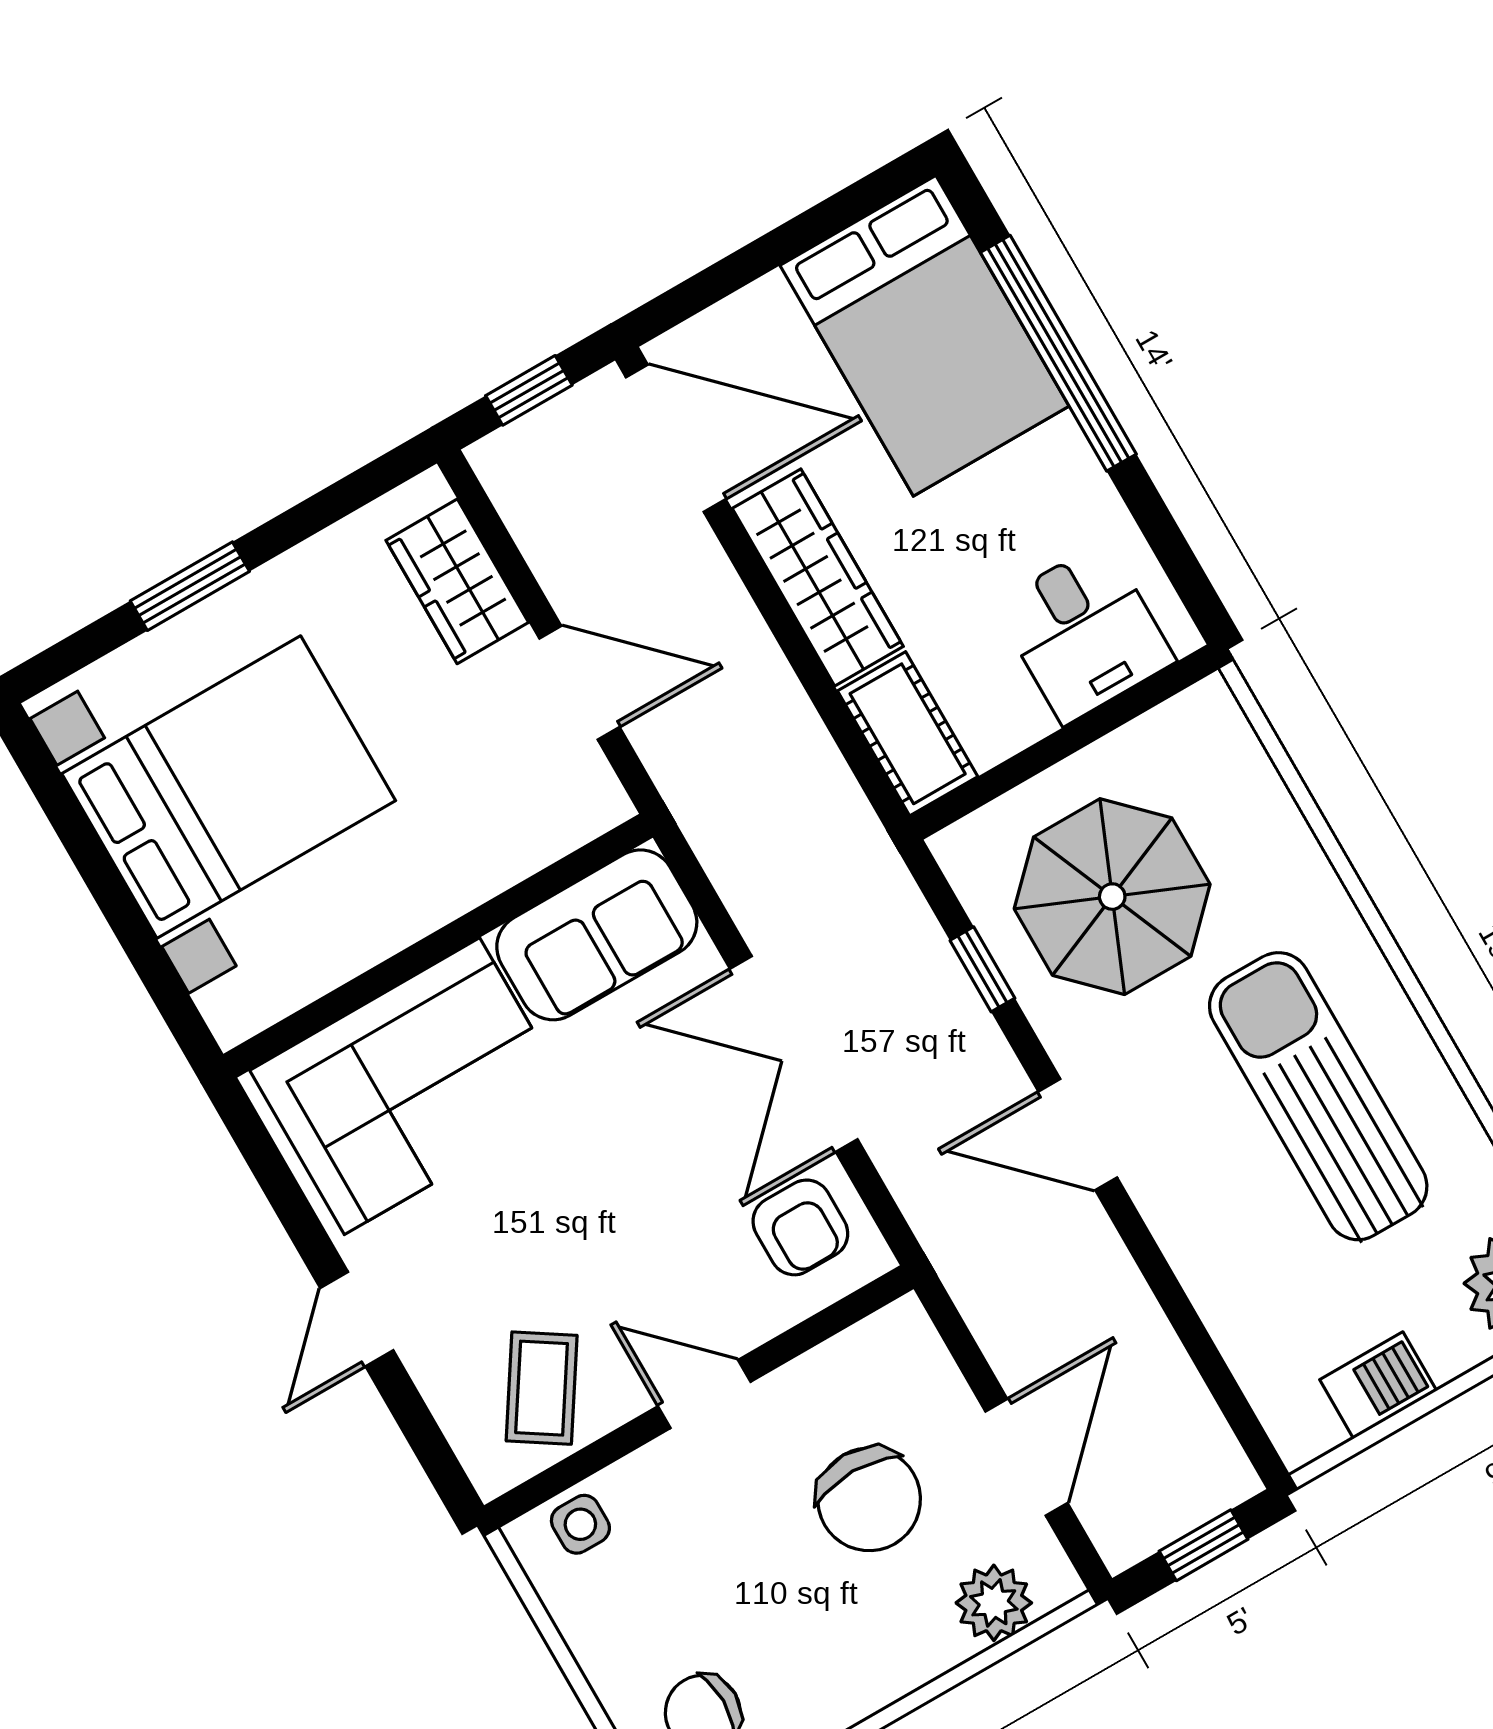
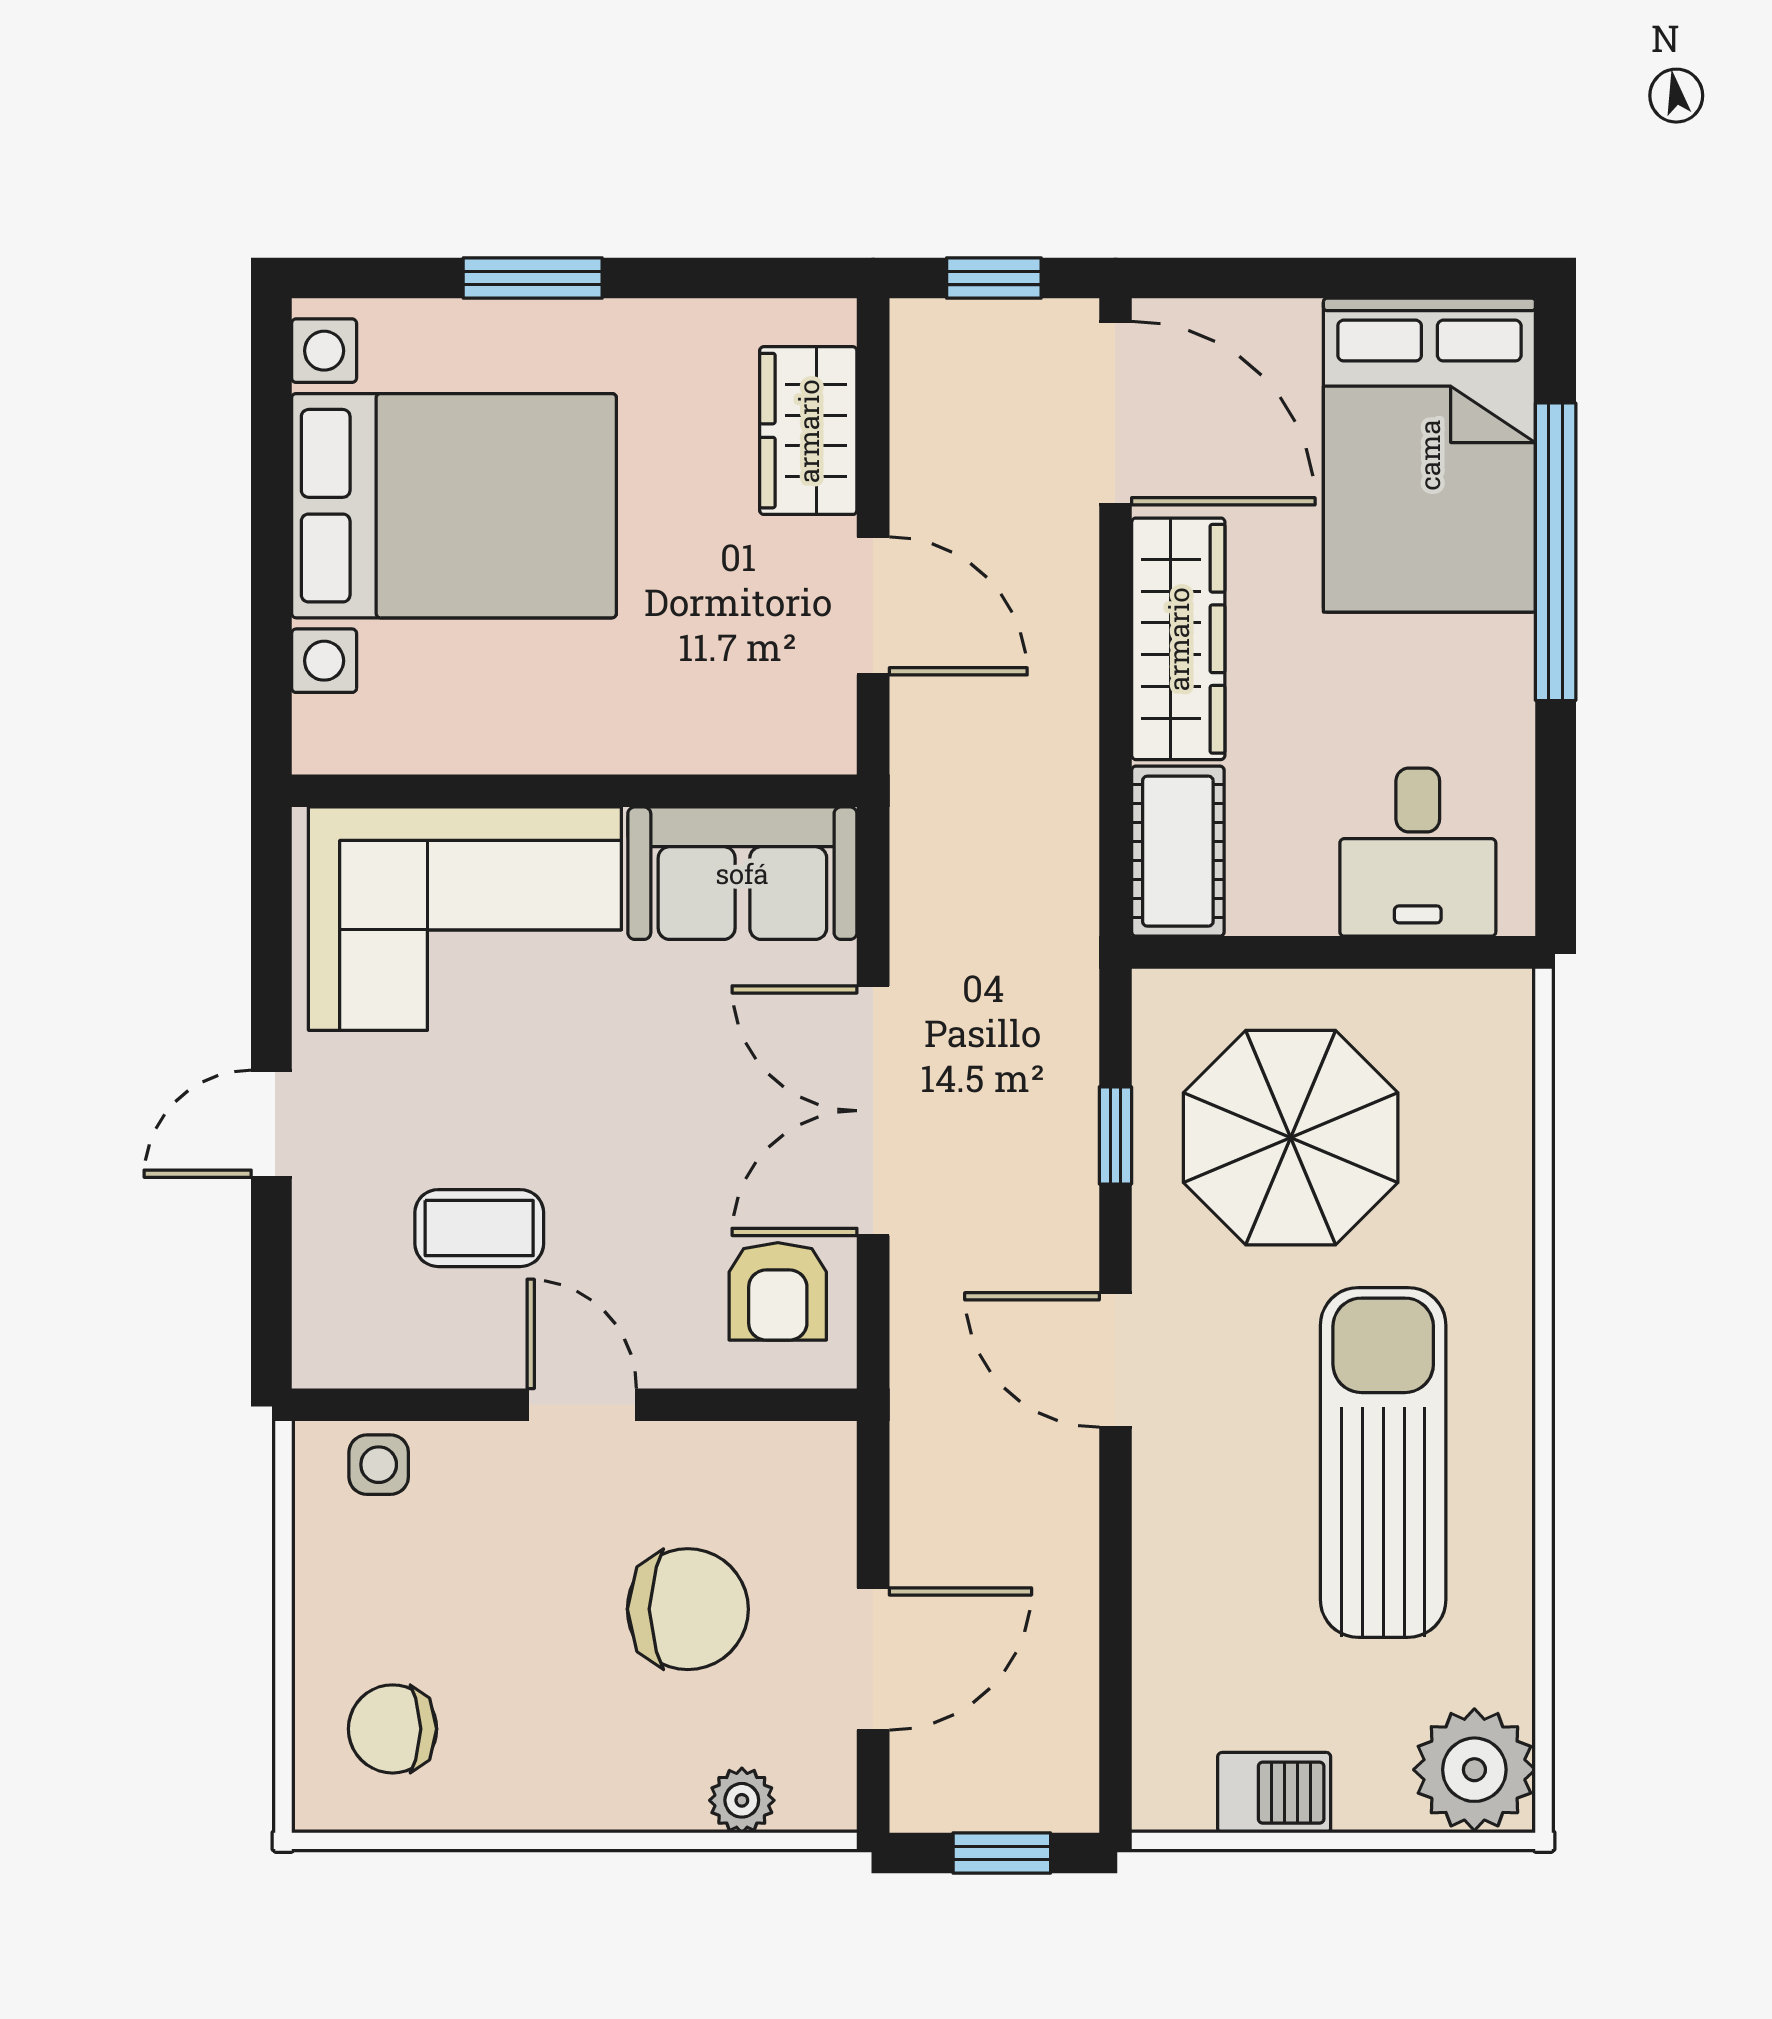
coffee table: (542, 1388) -> (479, 1228), moved, turned 57
chair: (869, 1499) -> (688, 1609), turned -90
plant: (994, 1603) -> (742, 1800), width x0.73, depth x0.73

